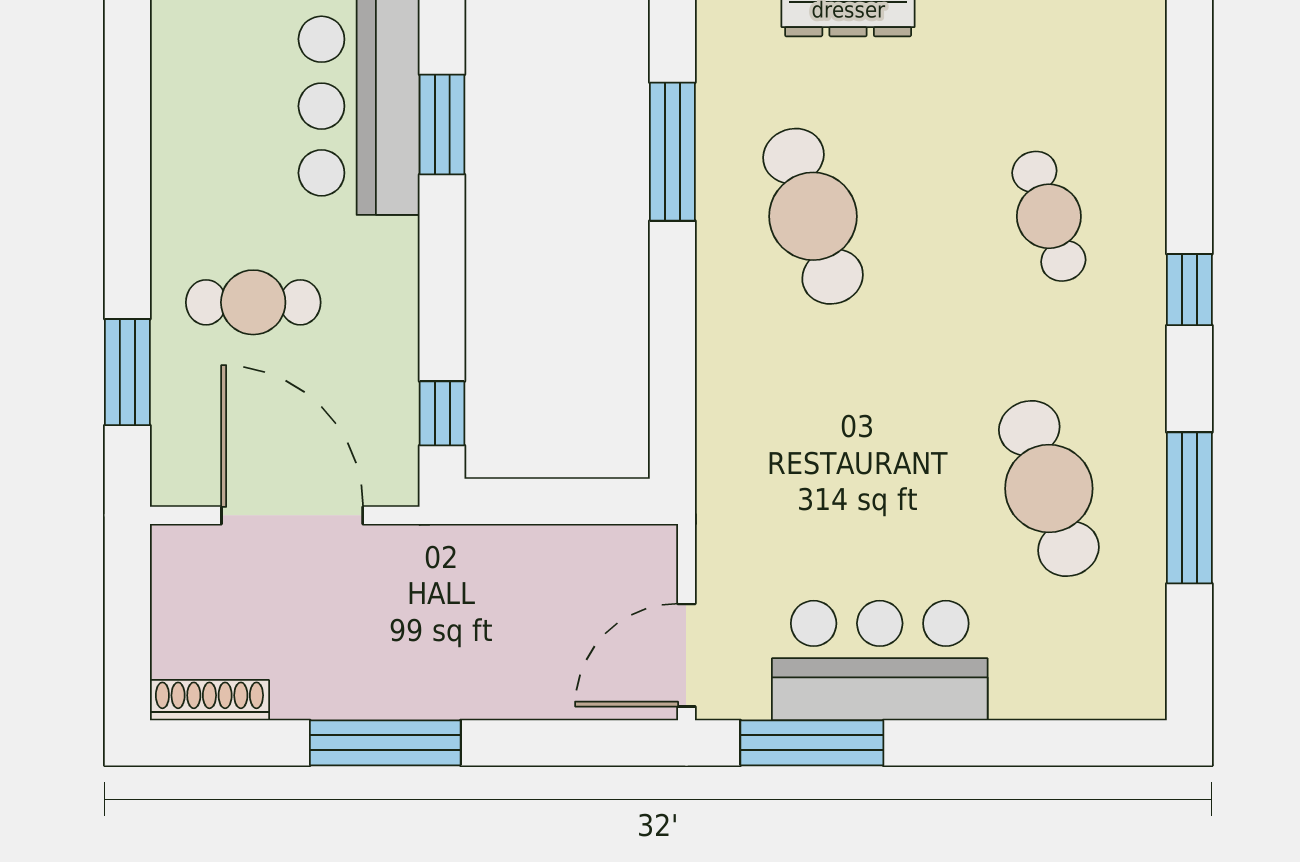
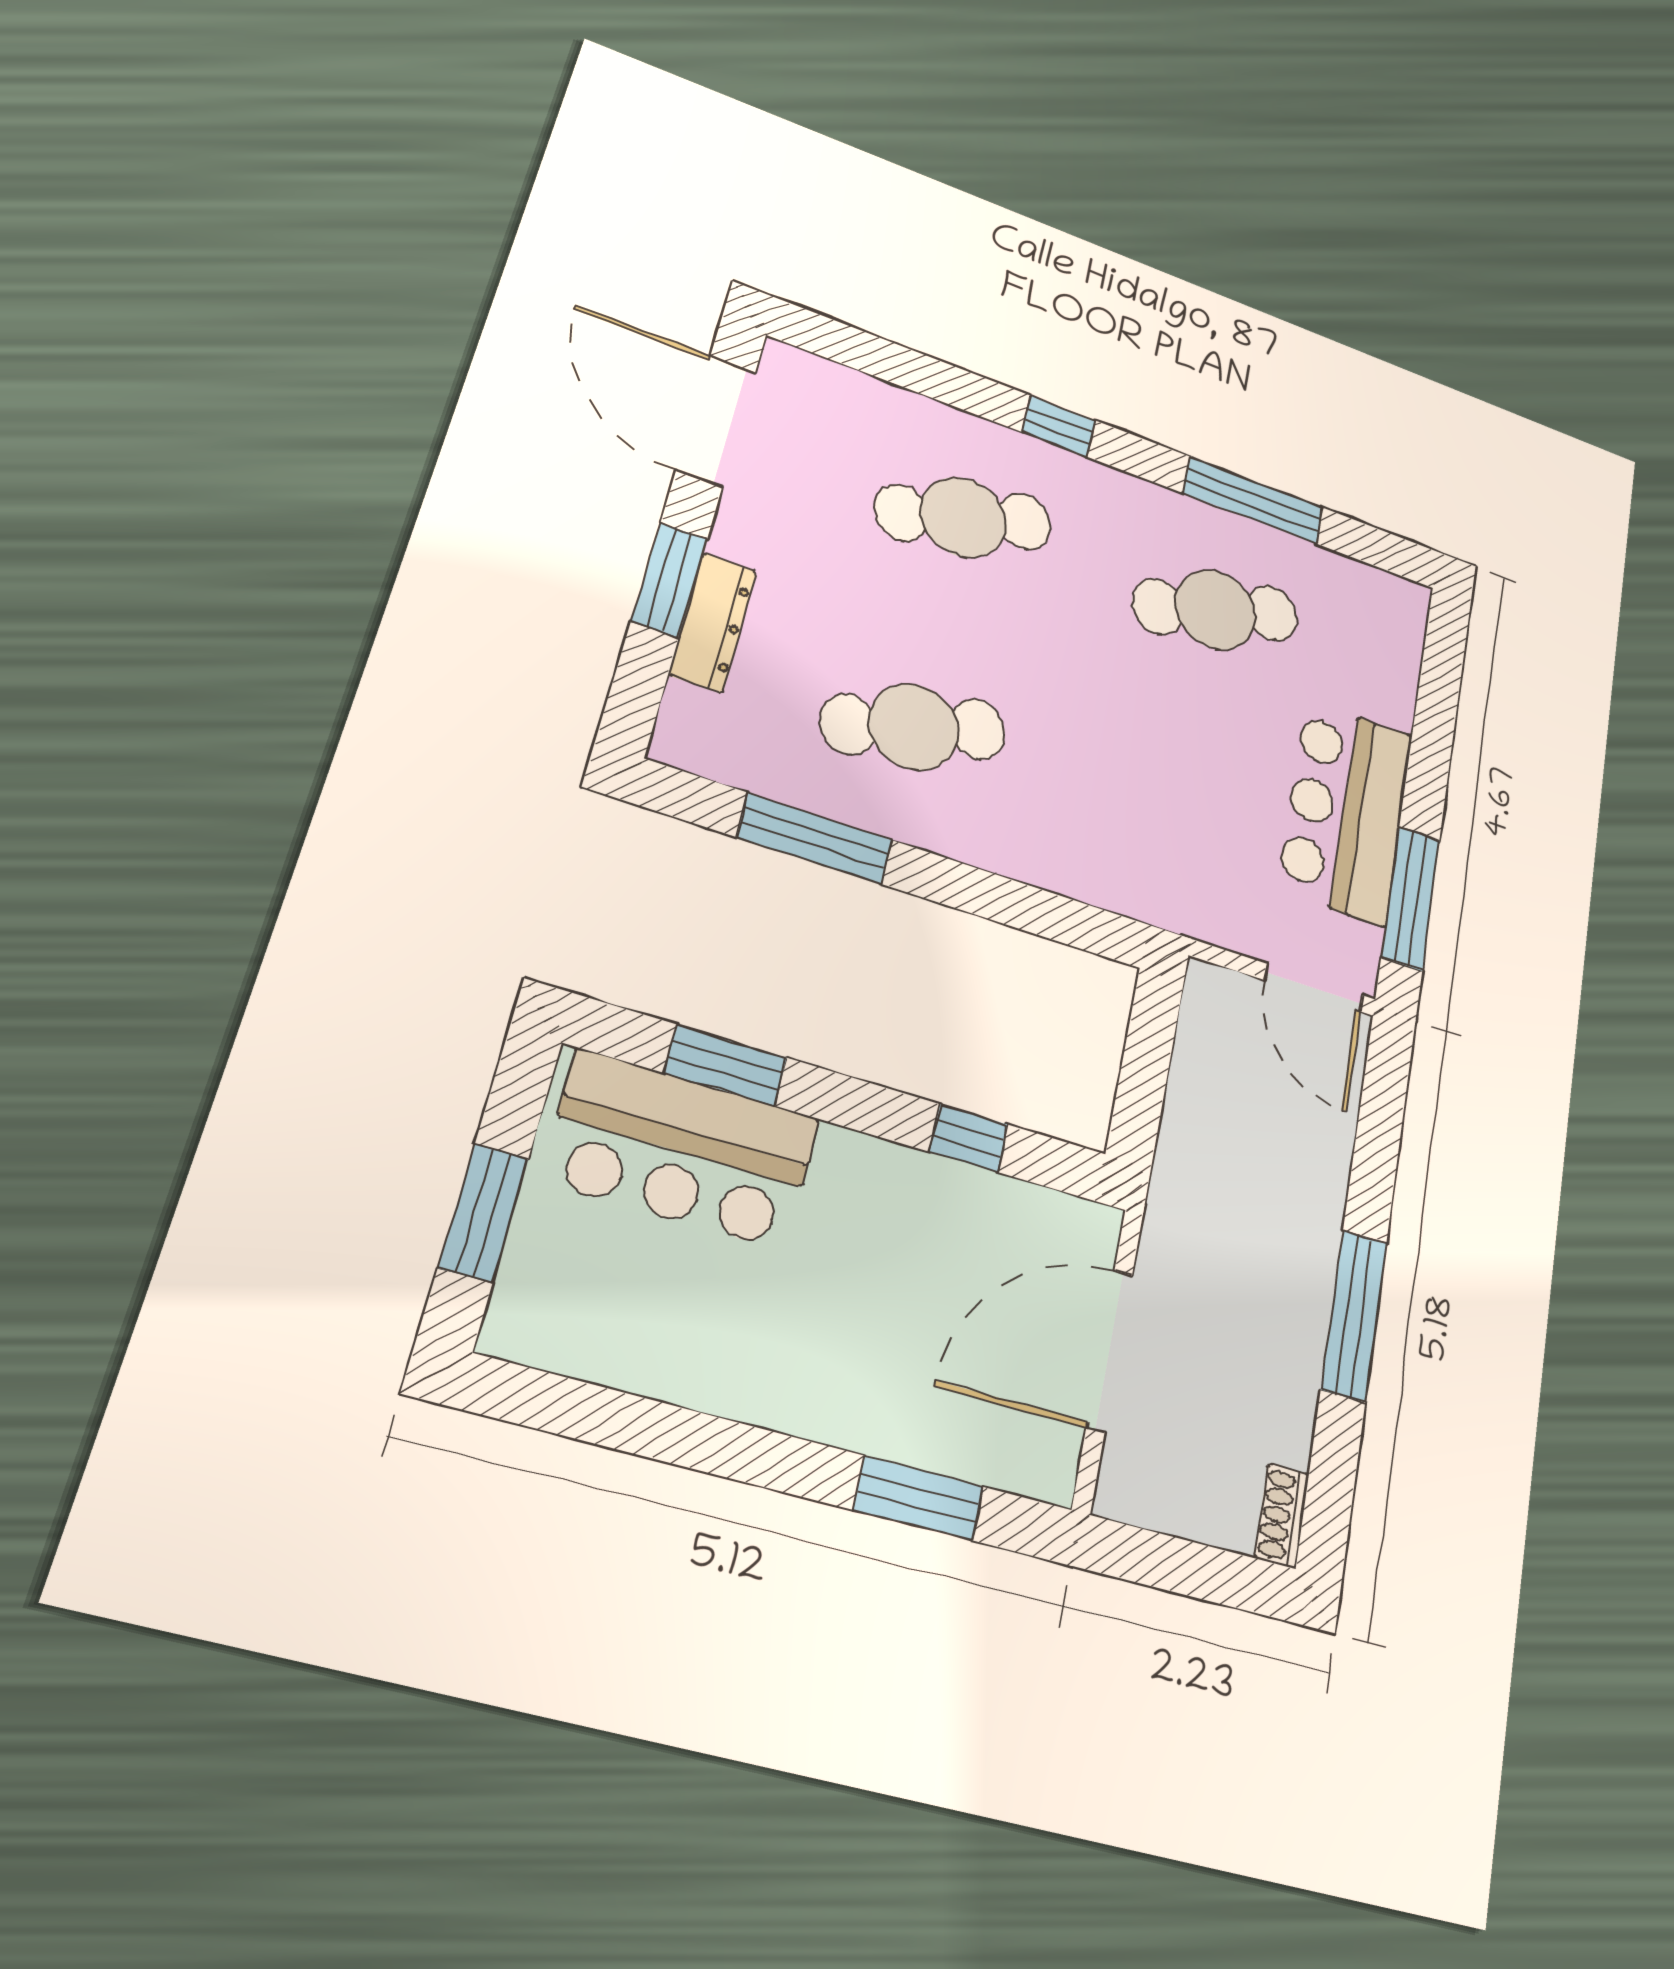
cafe table: (1049, 216) -> (963, 517), width x1.37, depth x1.35
cafe table: (253, 302) -> (872, 1331), removed
window: (442, 413) -> (969, 1138), moved
shoe rack: (209, 700) -> (1282, 1516), width x0.70

